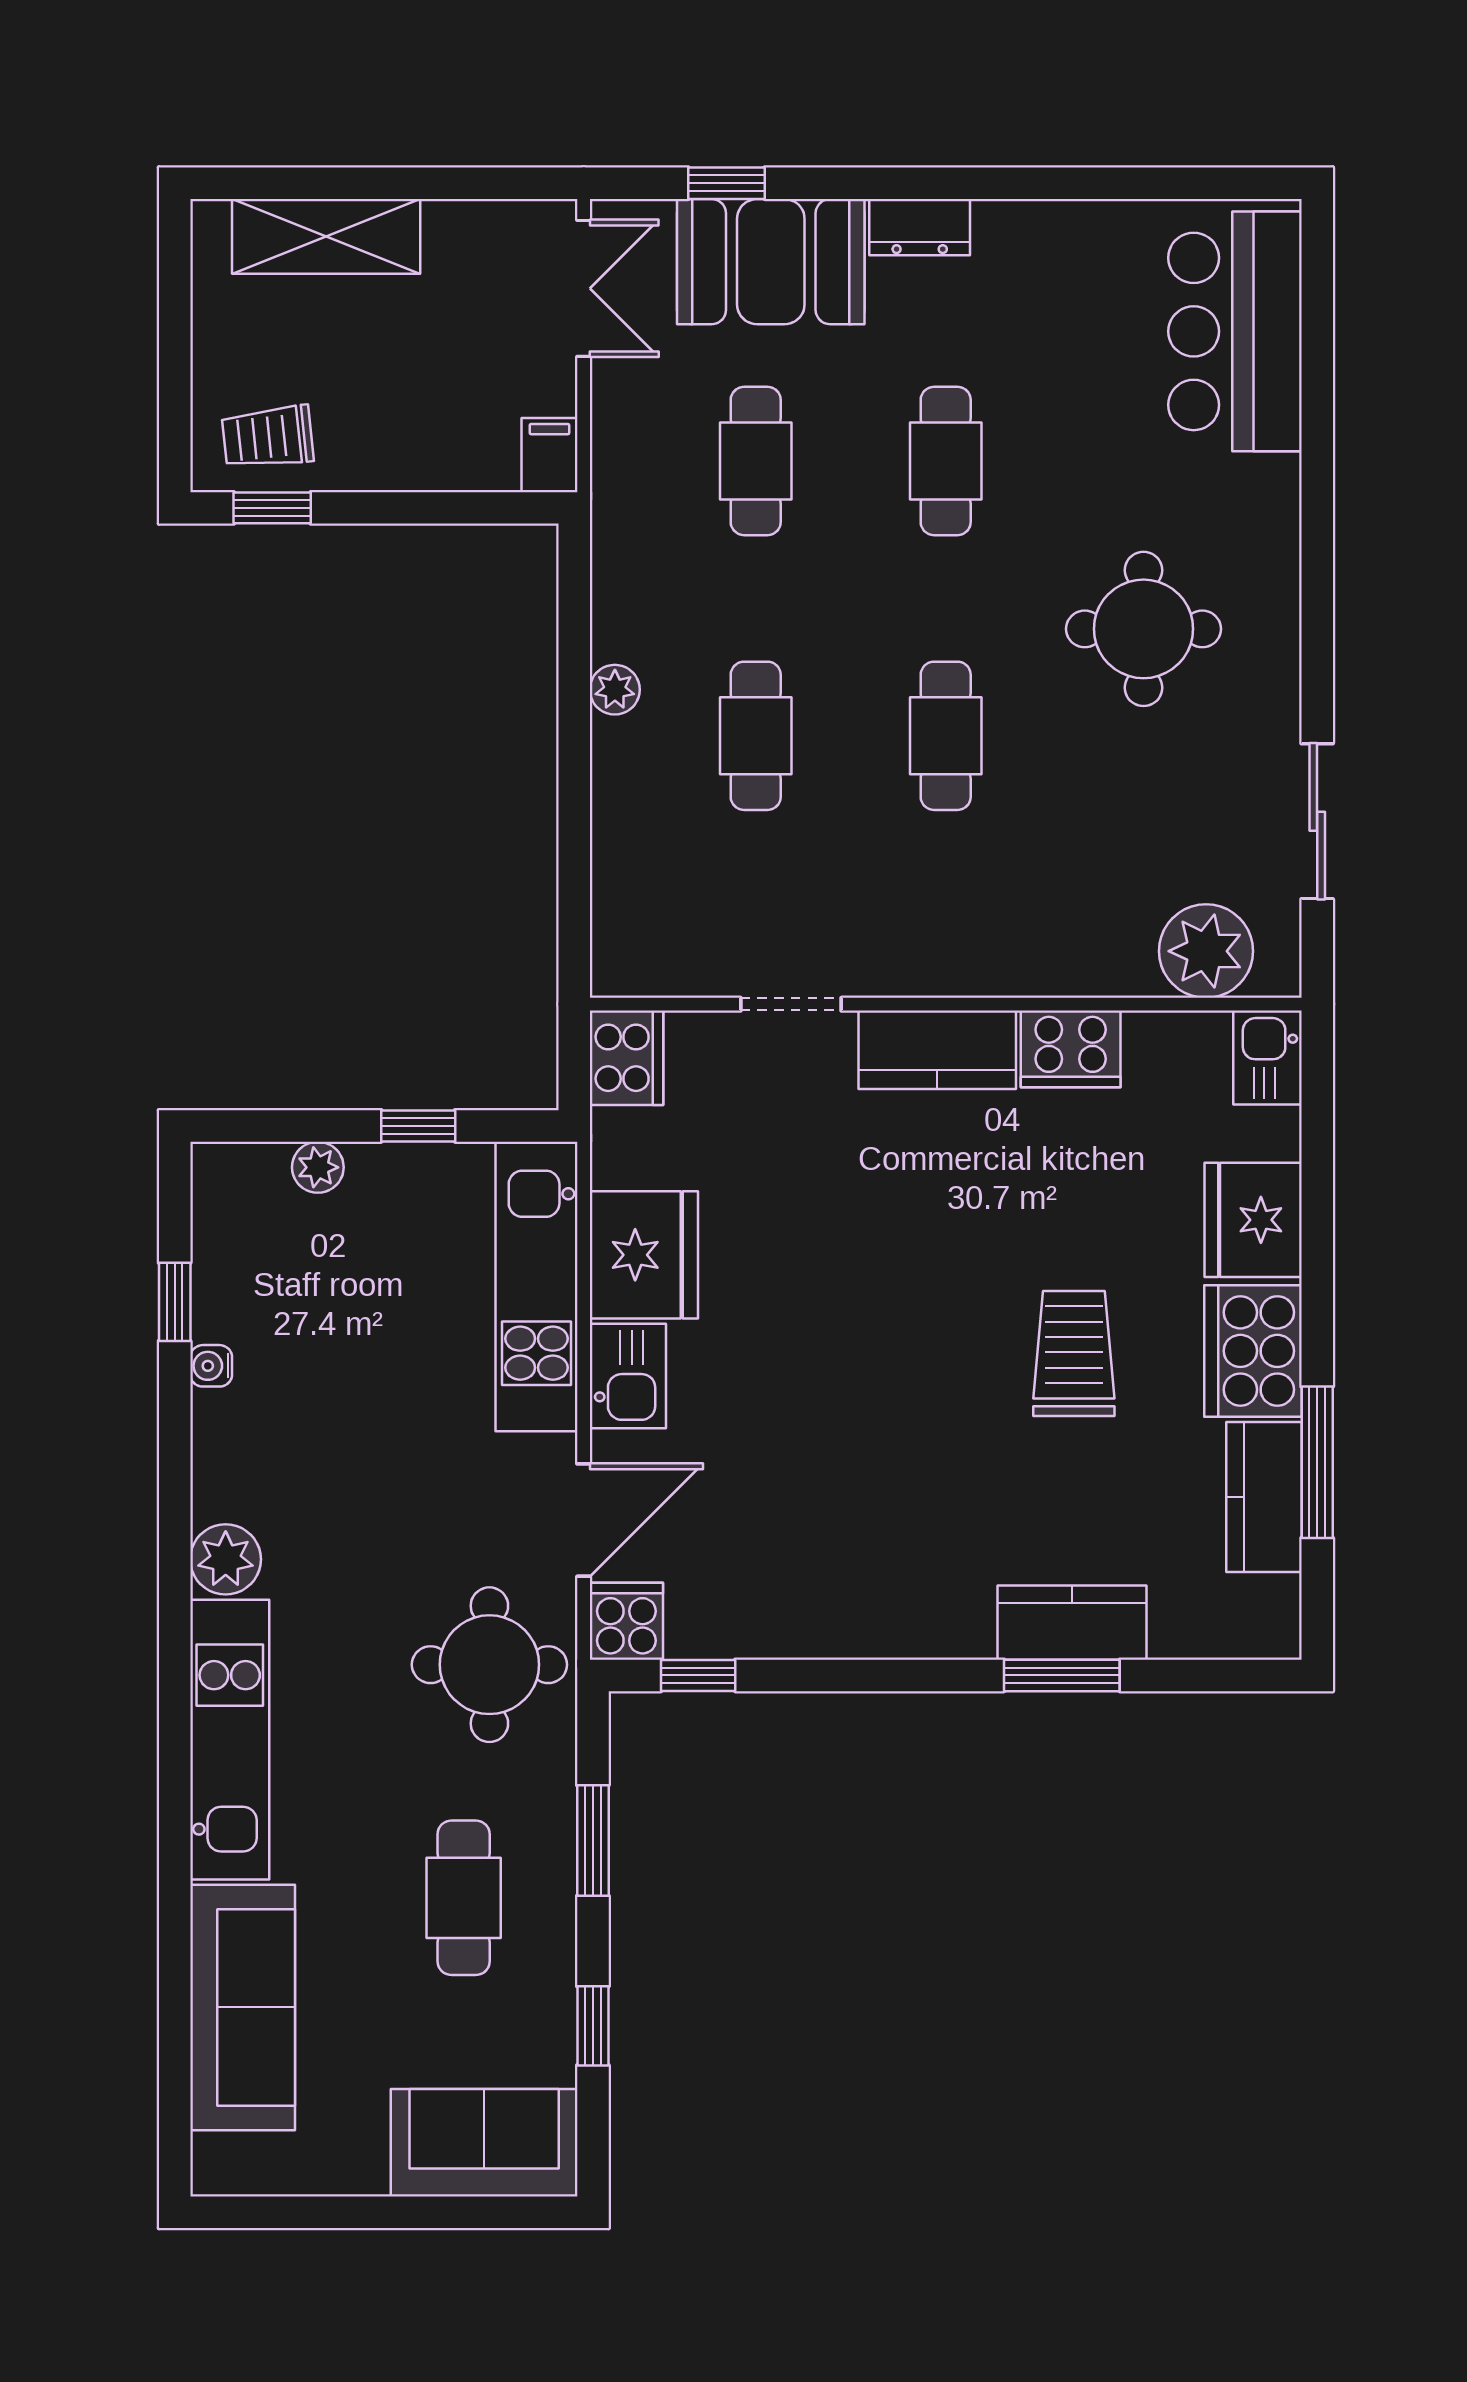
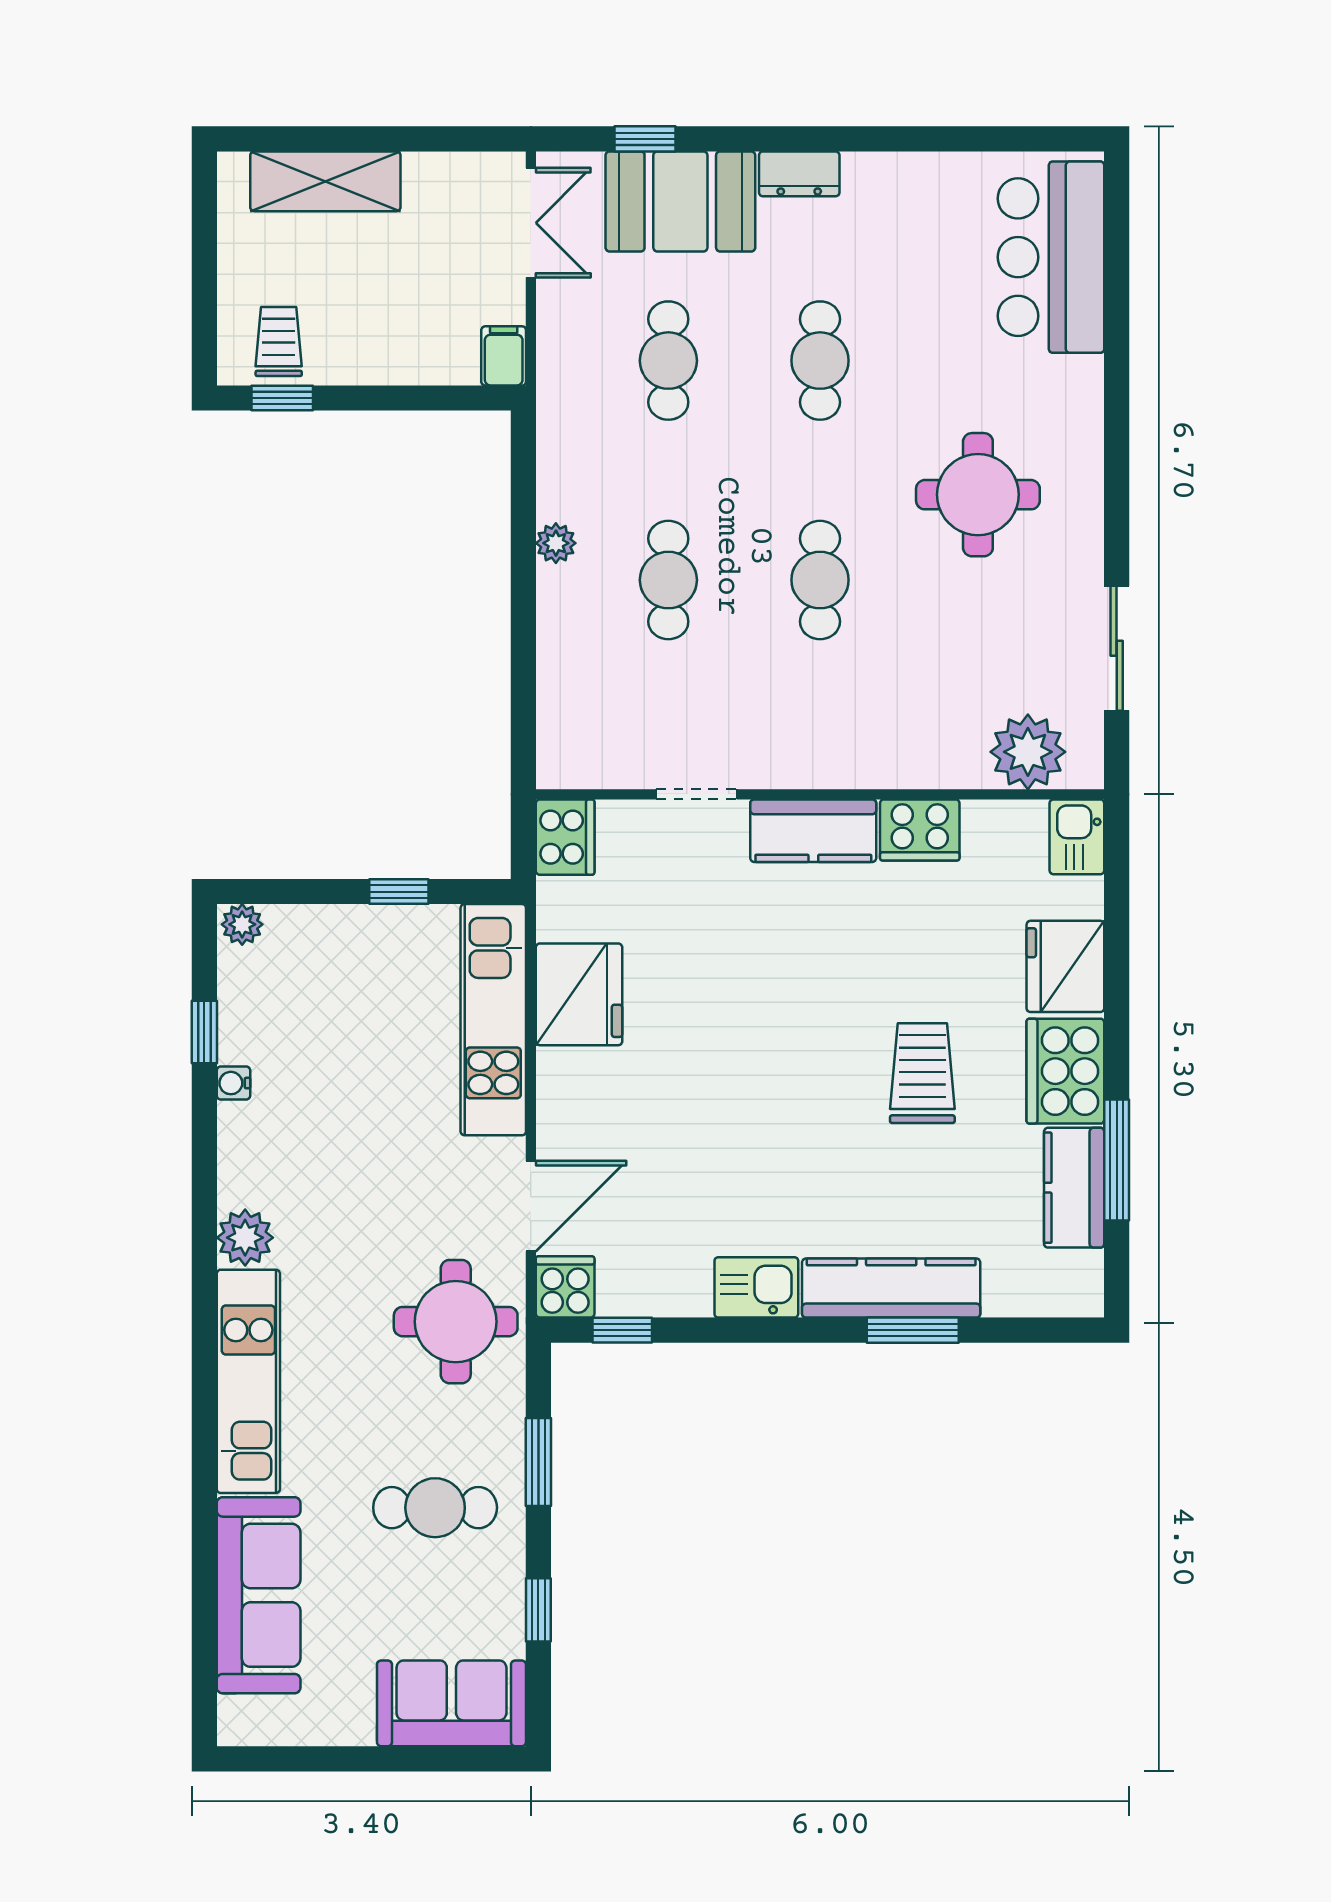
trolley: (268, 437) -> (279, 342), turned 96
plant: (318, 1167) -> (242, 924), moved
kitchen sink: (628, 1376) -> (756, 1287), moved, turned -90
kitchen counter: (1072, 1623) -> (891, 1288), width x1.50
cafe table: (464, 1898) -> (435, 1508), turned 90

